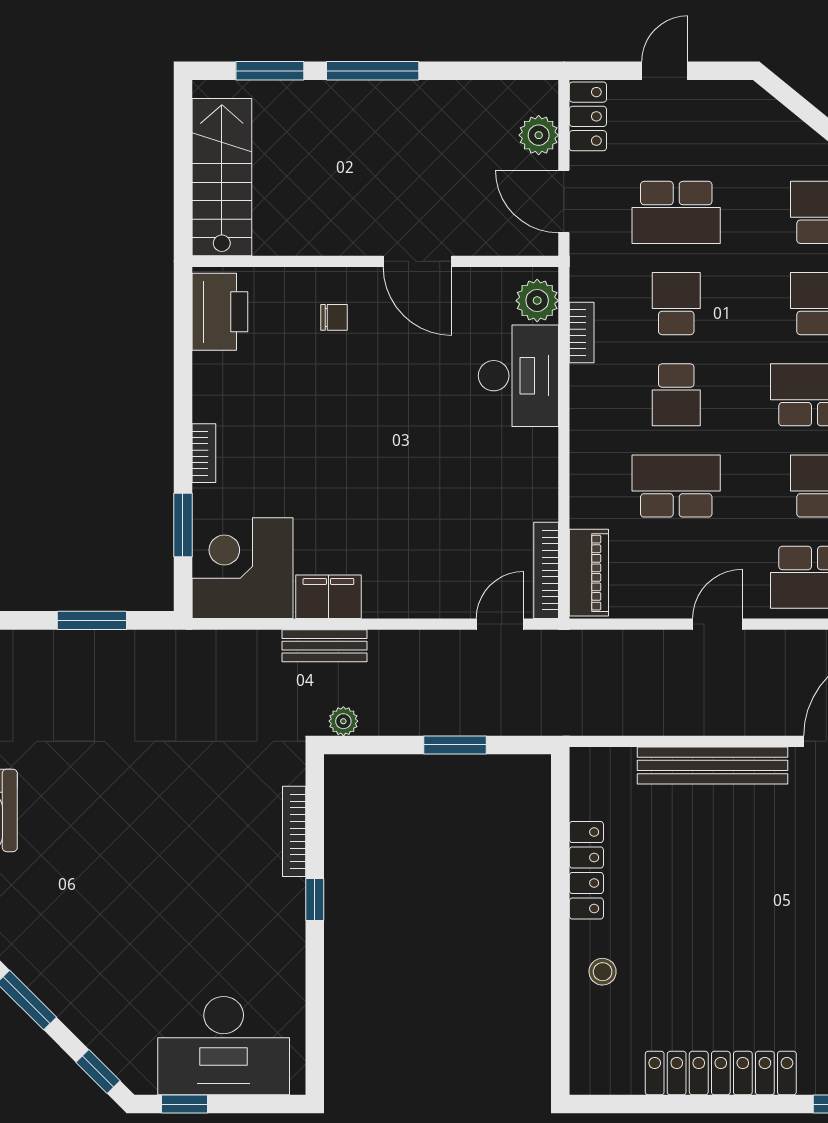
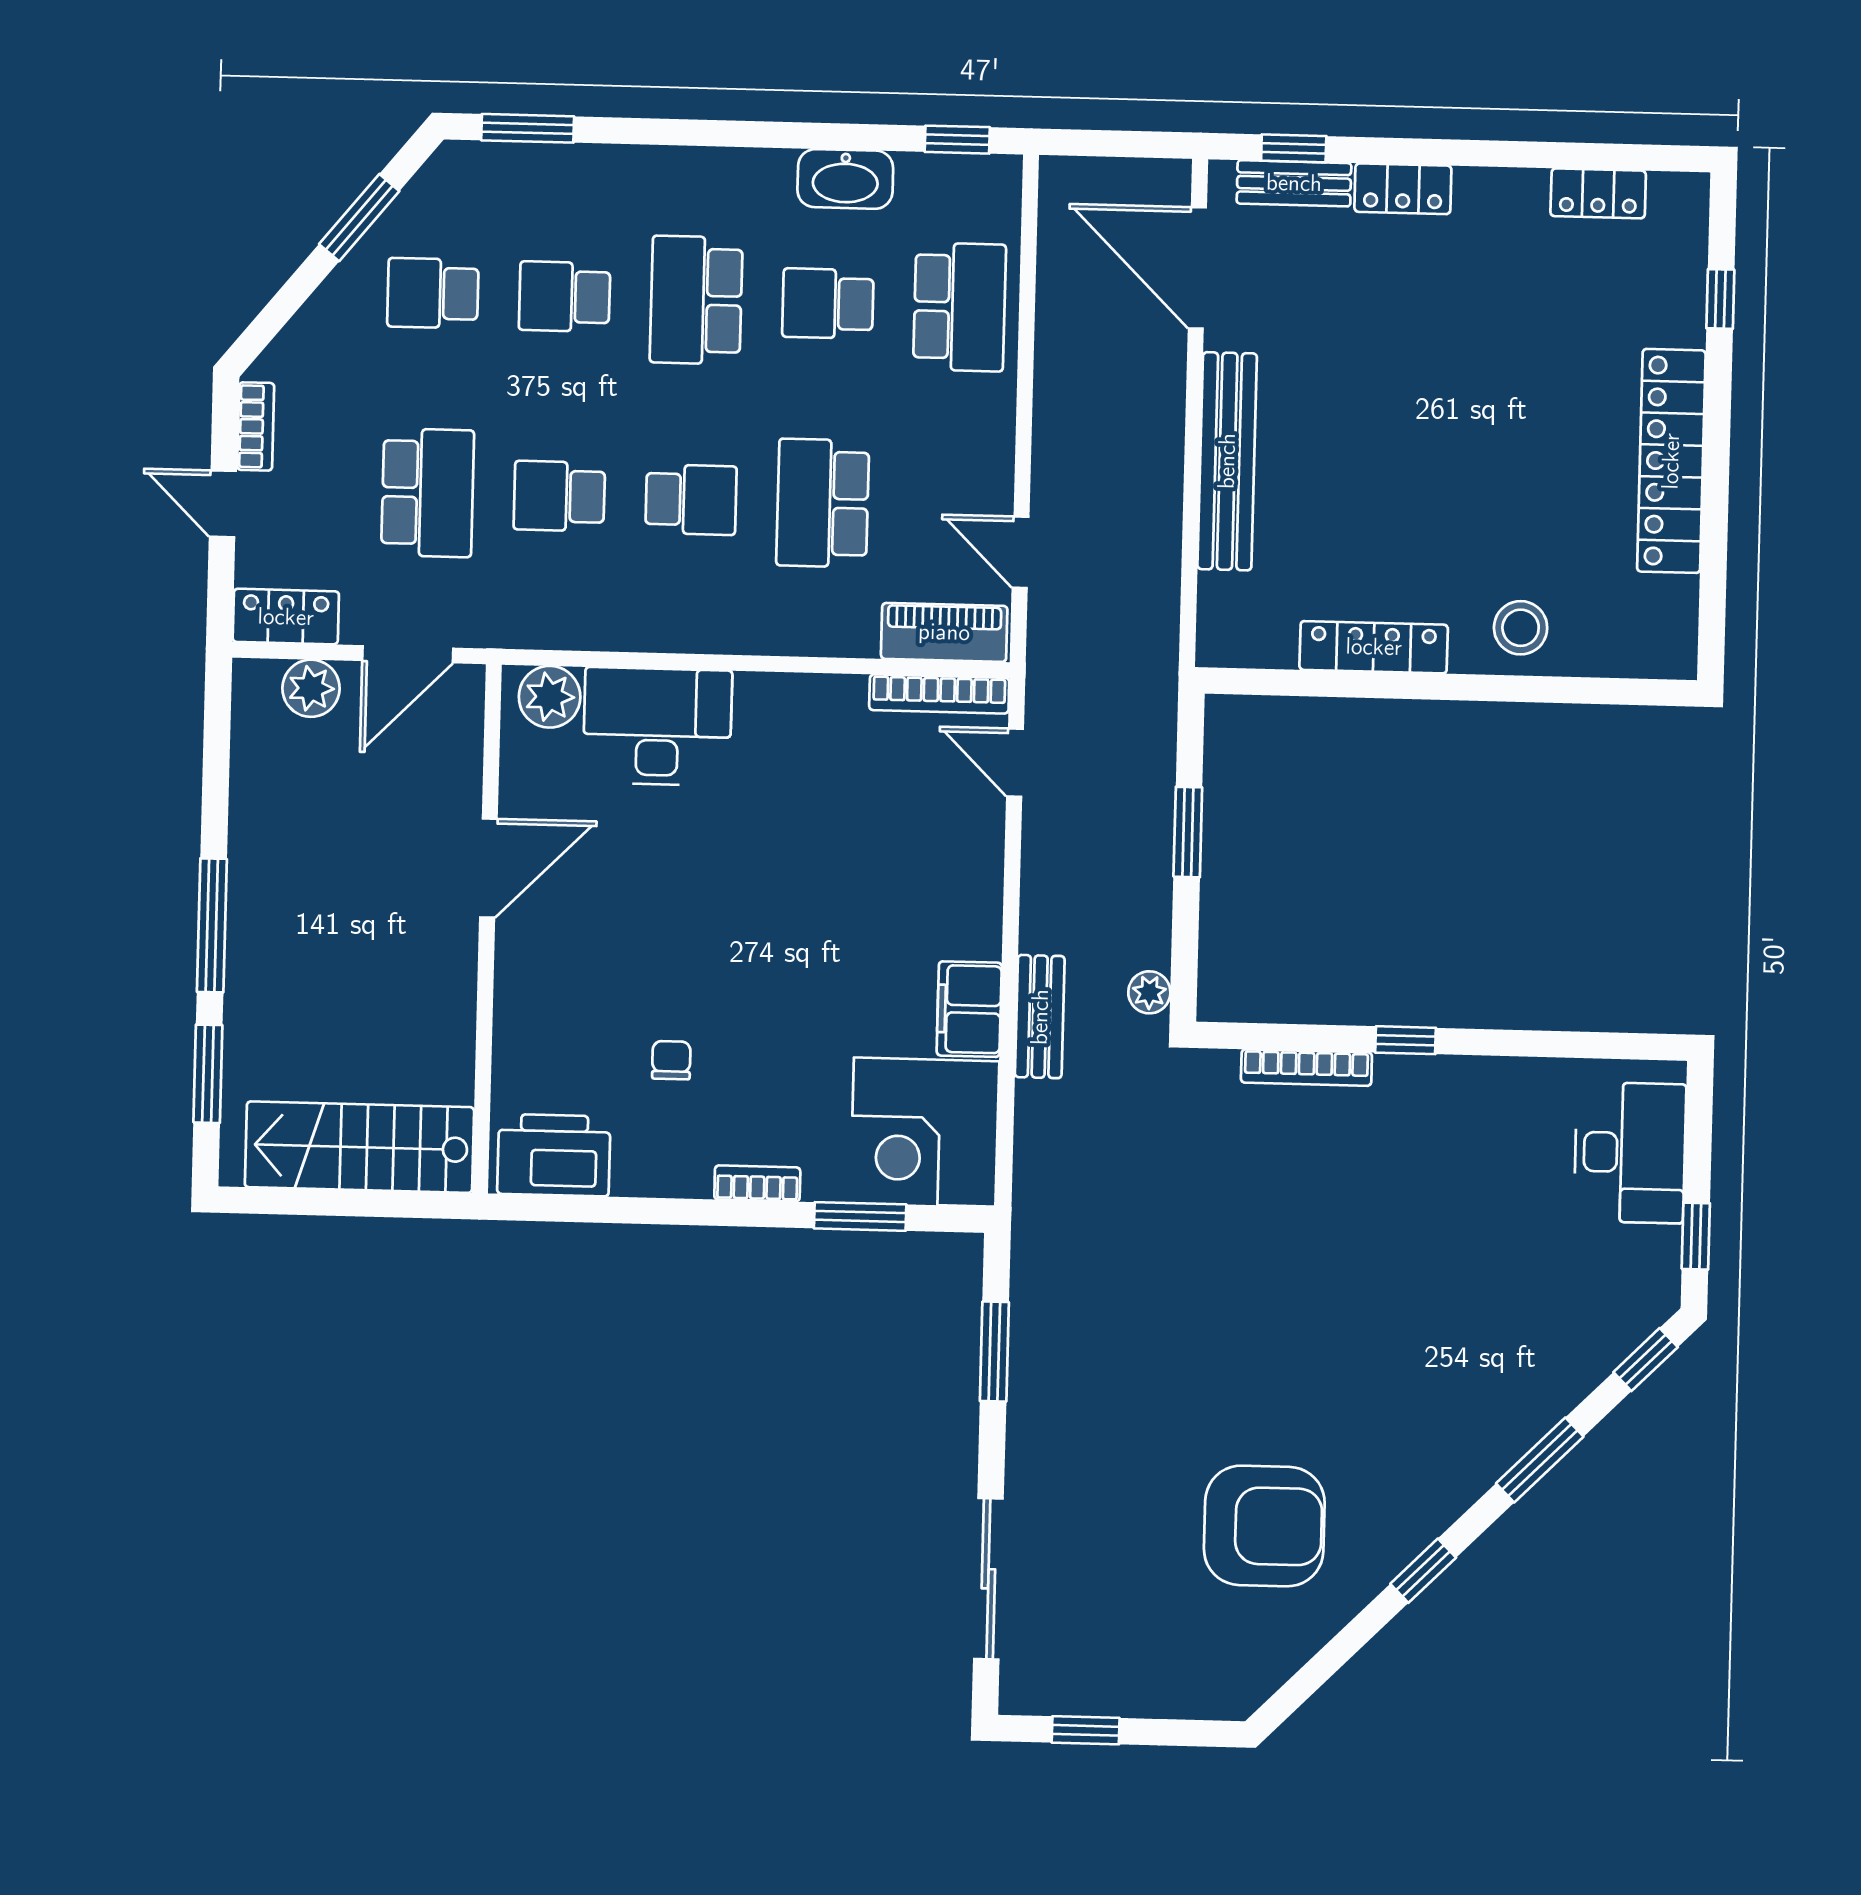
chair: (334, 317) -> (671, 1060), moved
bookcase: (582, 332) -> (256, 426), moved, turned 90
door: (717, 624) -> (1021, 552), moved
stool: (603, 972) -> (1521, 628), width x1.37, depth x1.37
desk: (224, 1046) -> (1630, 1153), width x0.73, depth x0.77

